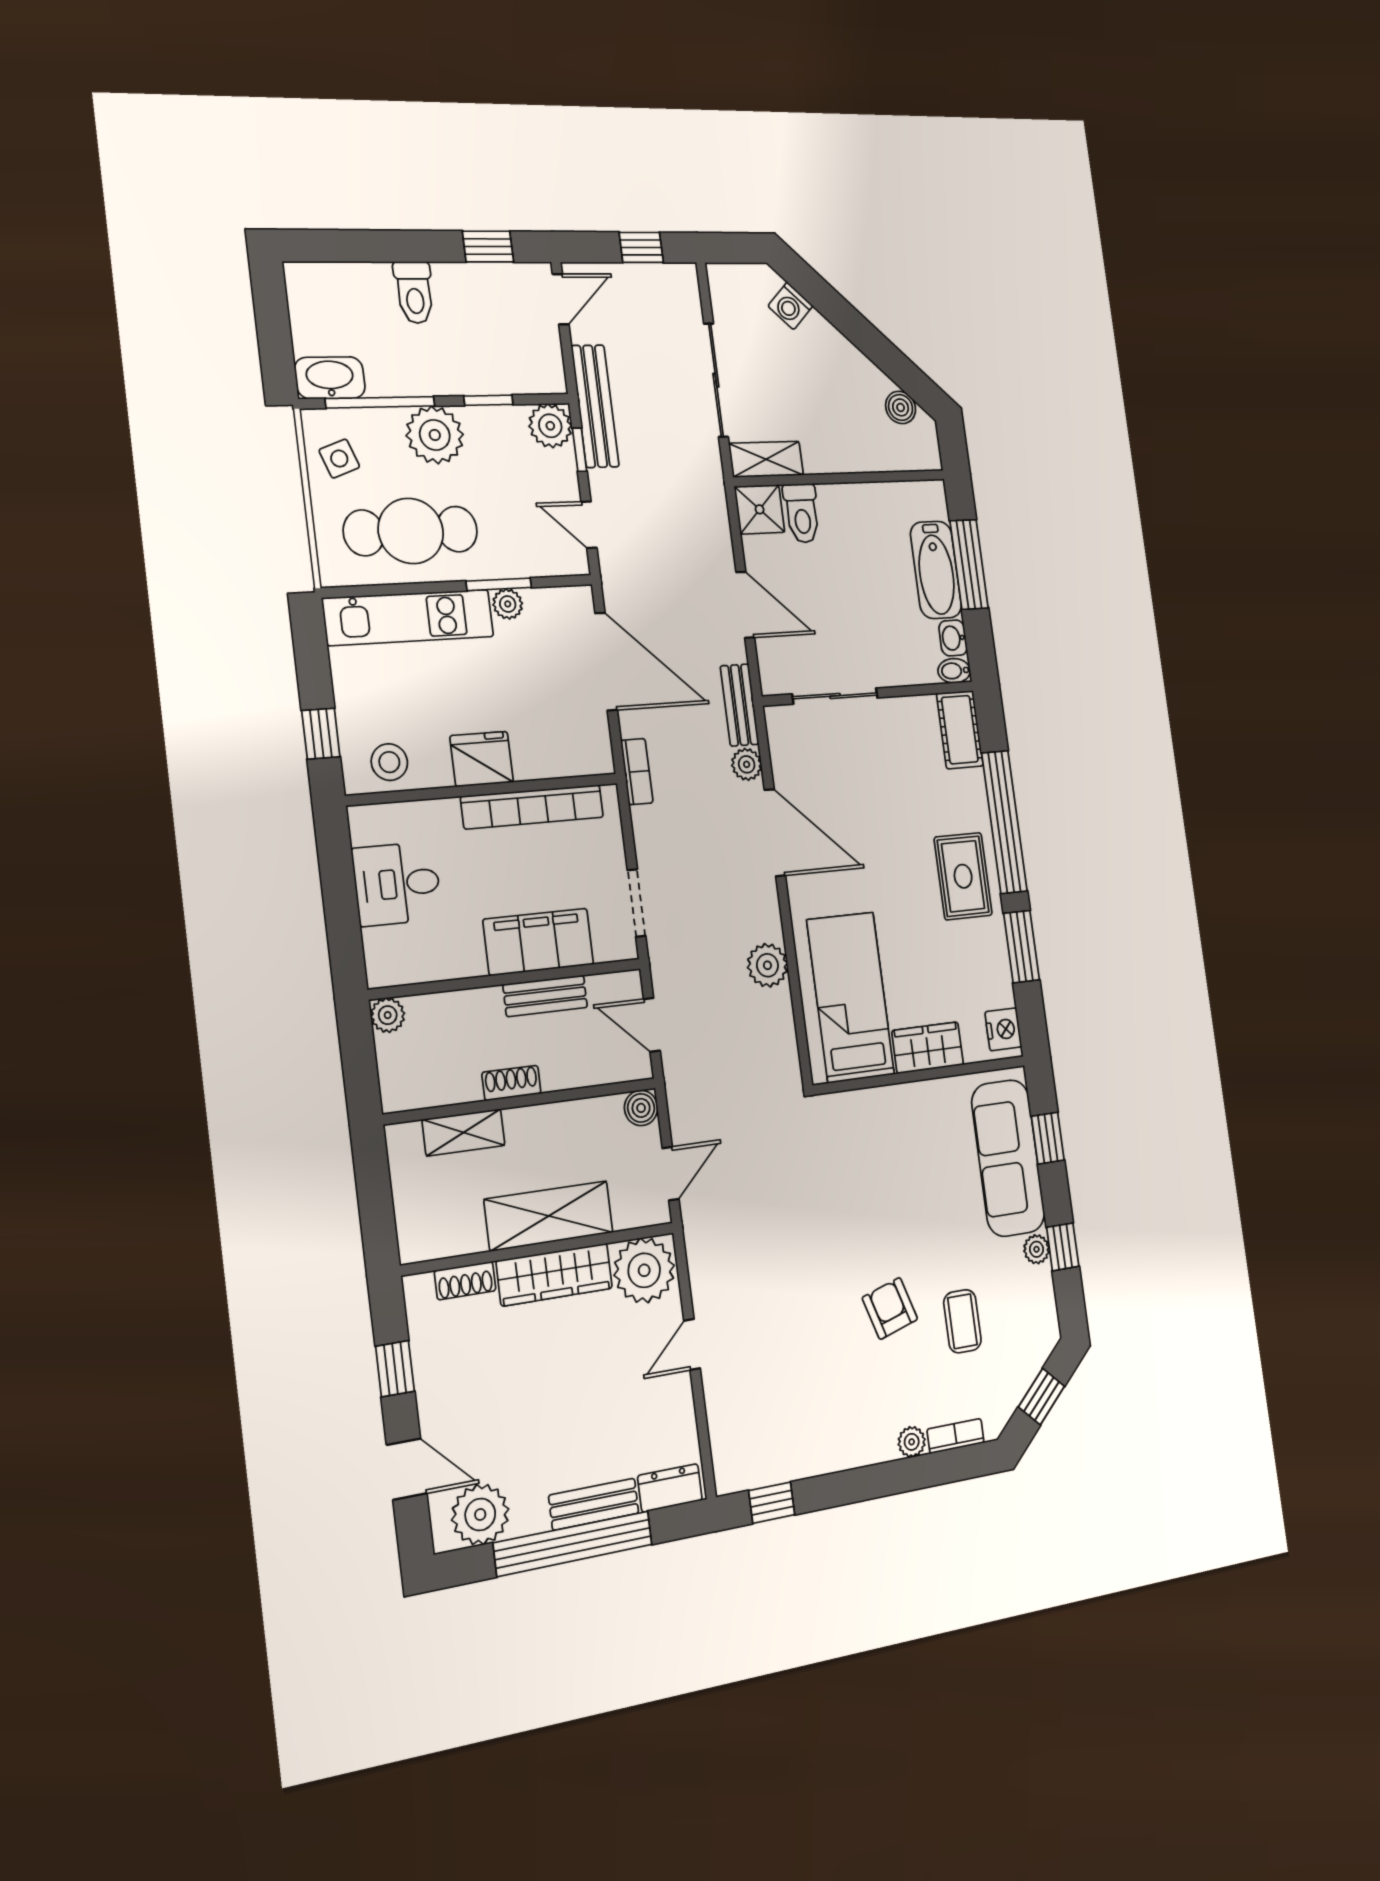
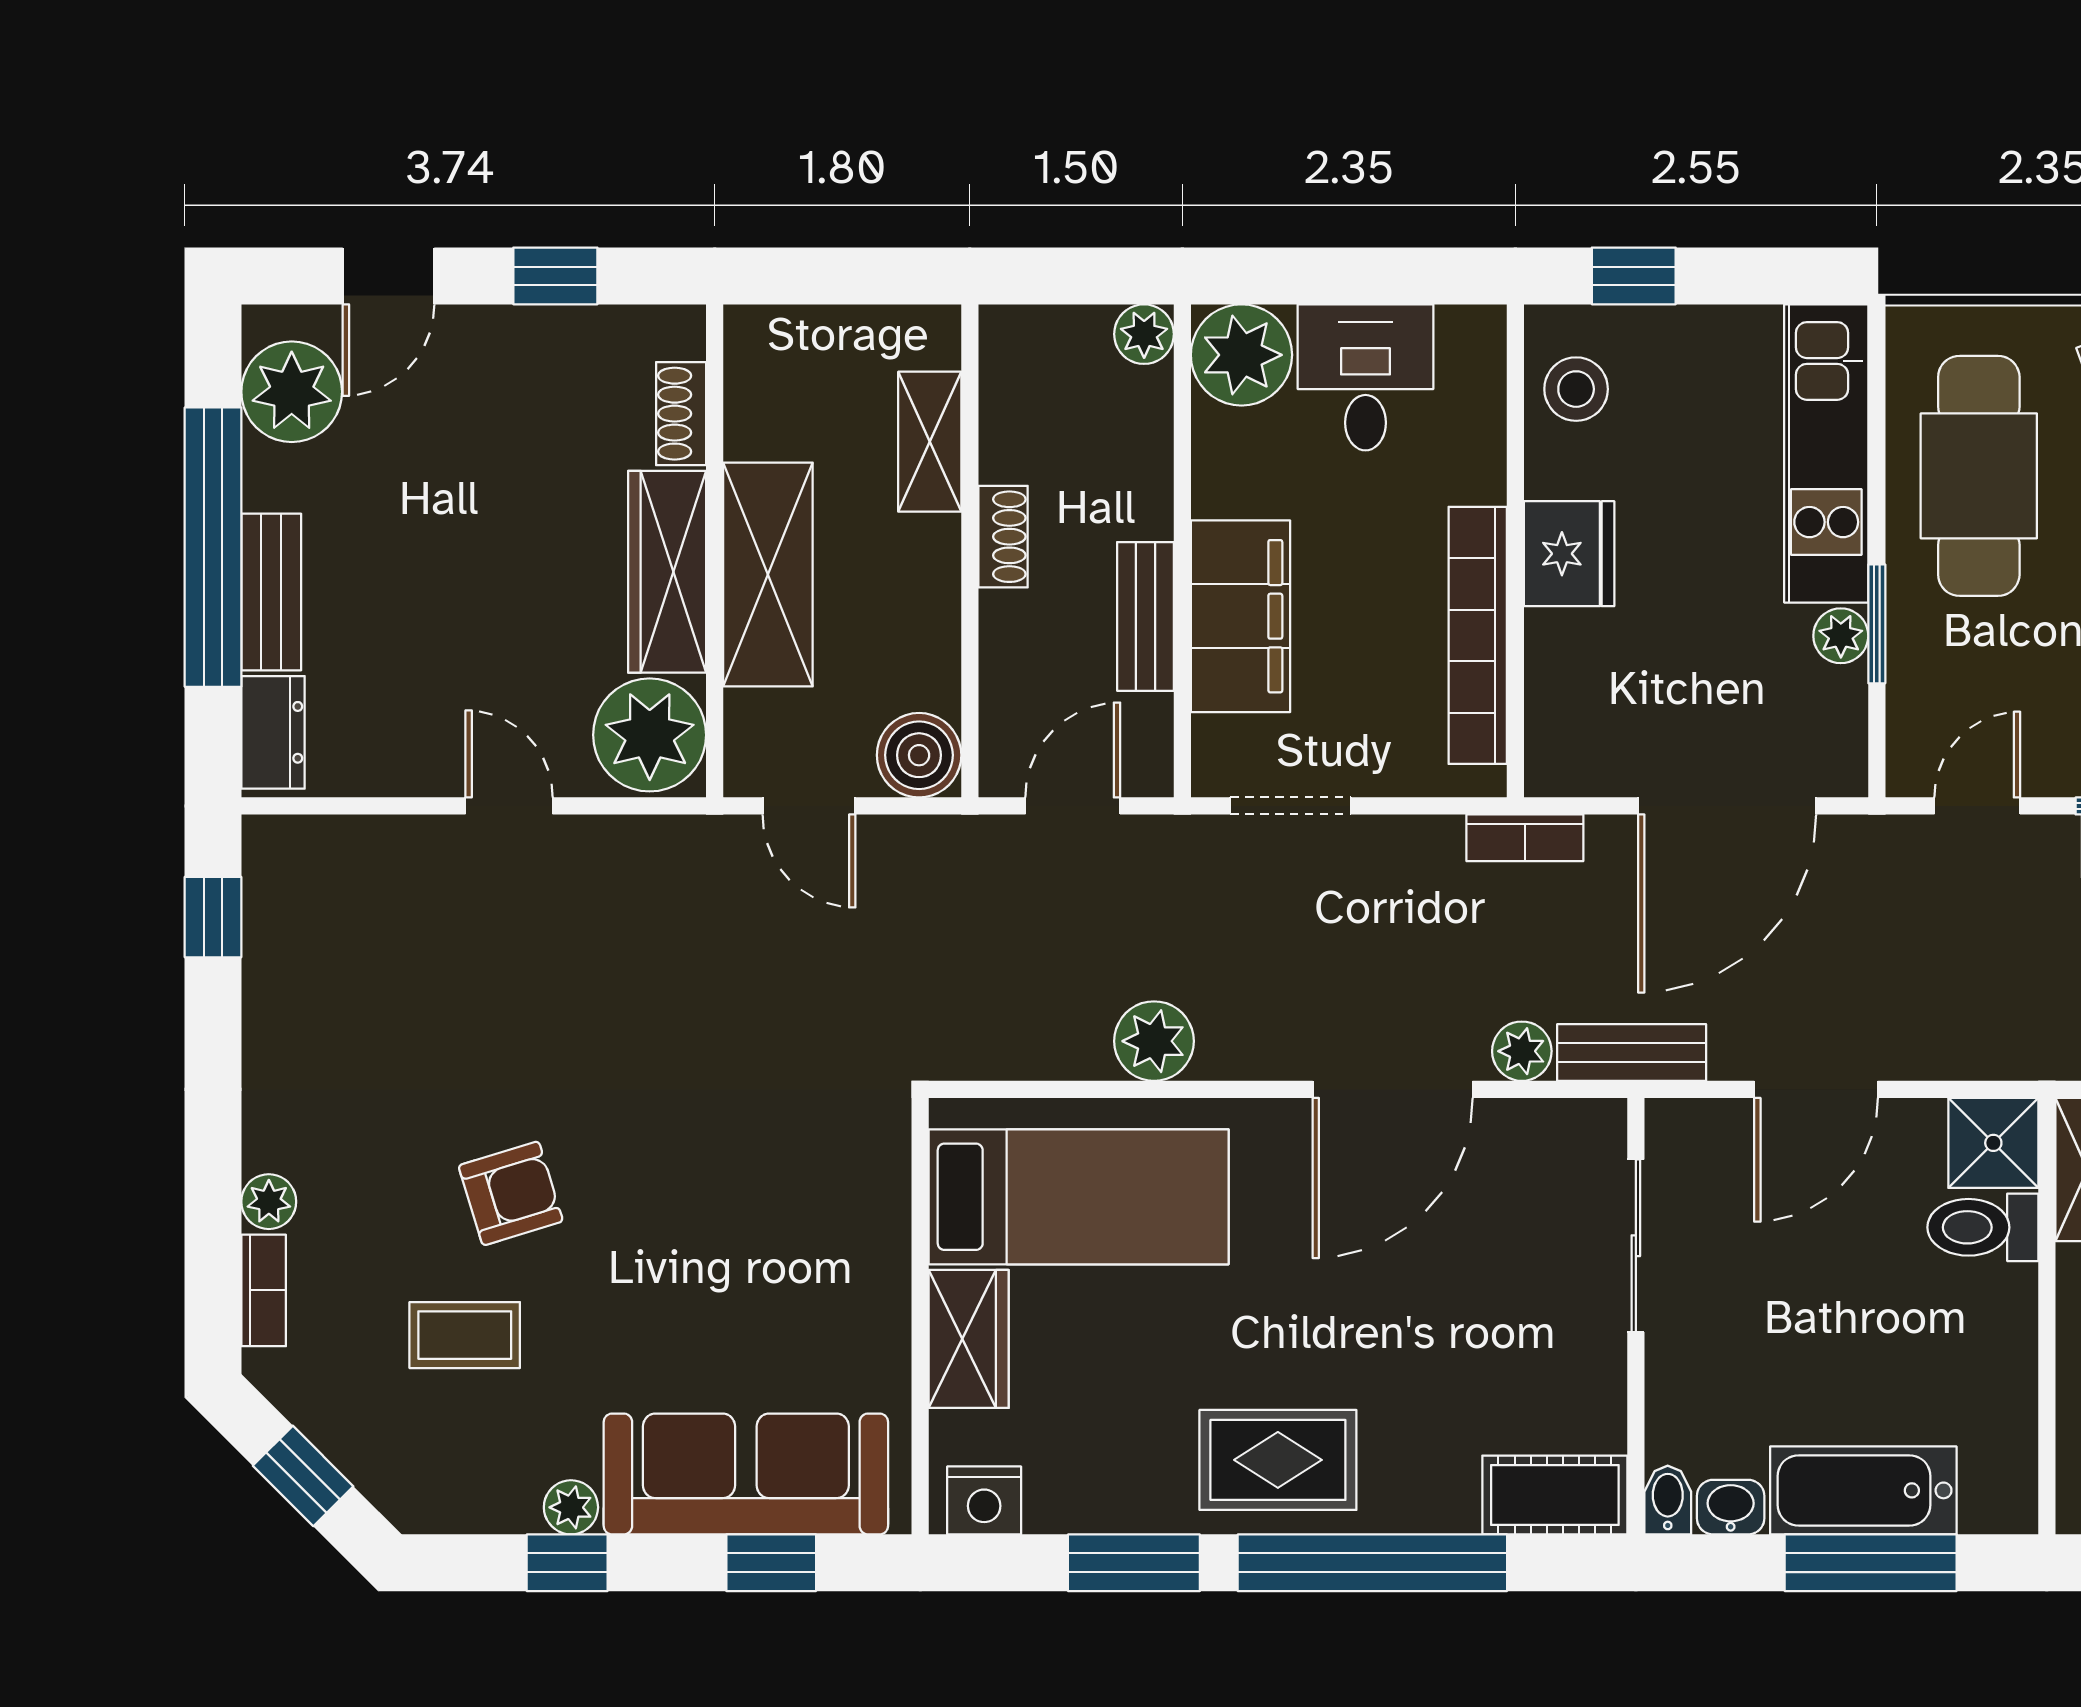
plant: (393, 957) -> (1241, 355), added
boiler: (641, 1108) -> (919, 755), width x1.36, depth x1.36

